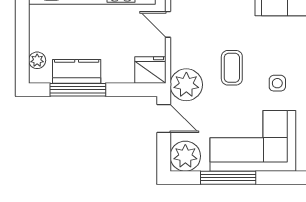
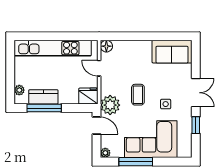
plant: (185, 156) -> (105, 153), width x0.53, depth x0.53

